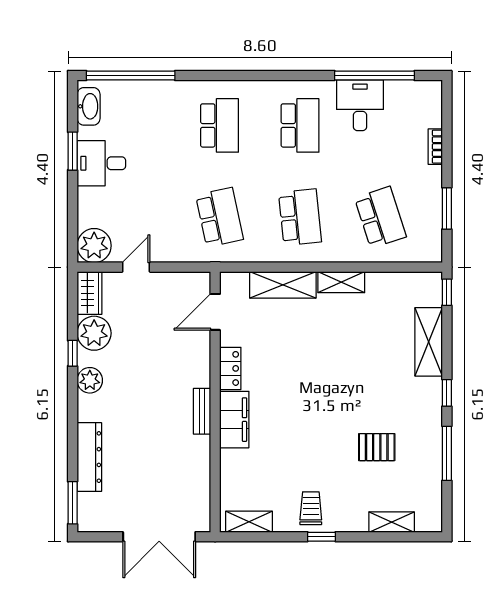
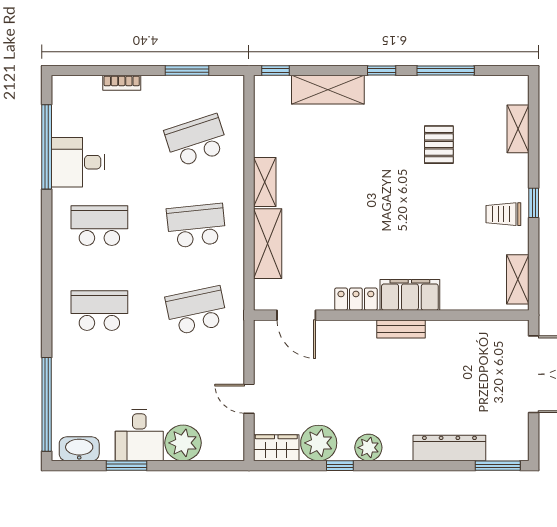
plant: (94, 246) -> (183, 443), moved

